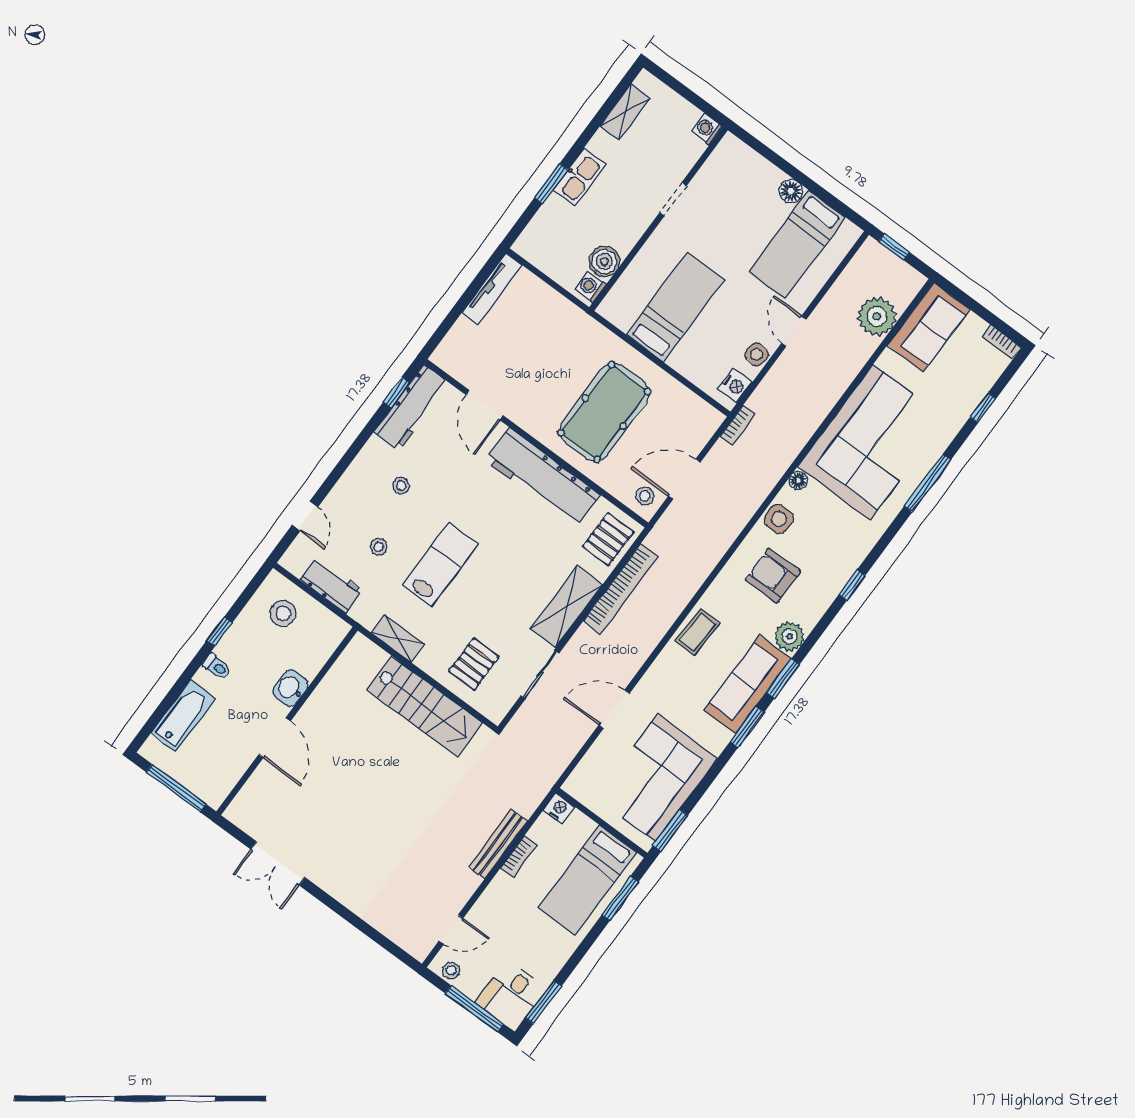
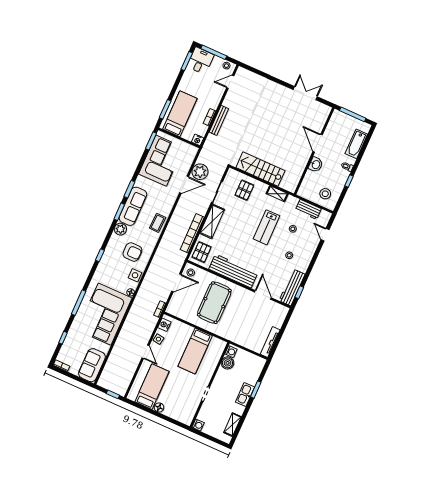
plant: (877, 317) -> (200, 172), moved

